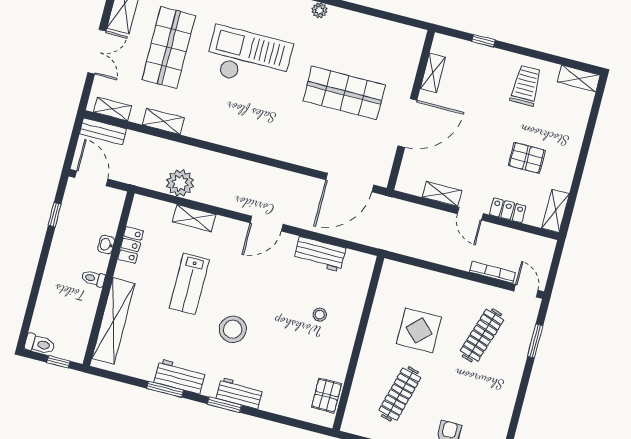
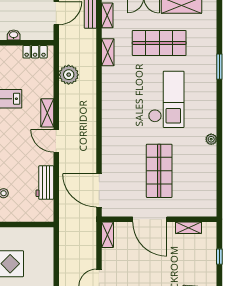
shelving: (442, 194) -> (107, 235), moved
shelving: (194, 218) -> (47, 113), moved
locker: (131, 245) -> (35, 52), moved

